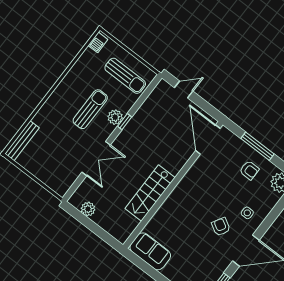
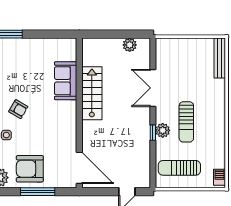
armchair: (249, 170) -> (30, 169), width x1.88, depth x1.88
sofa: (150, 251) -> (66, 81), moved, turned 90

